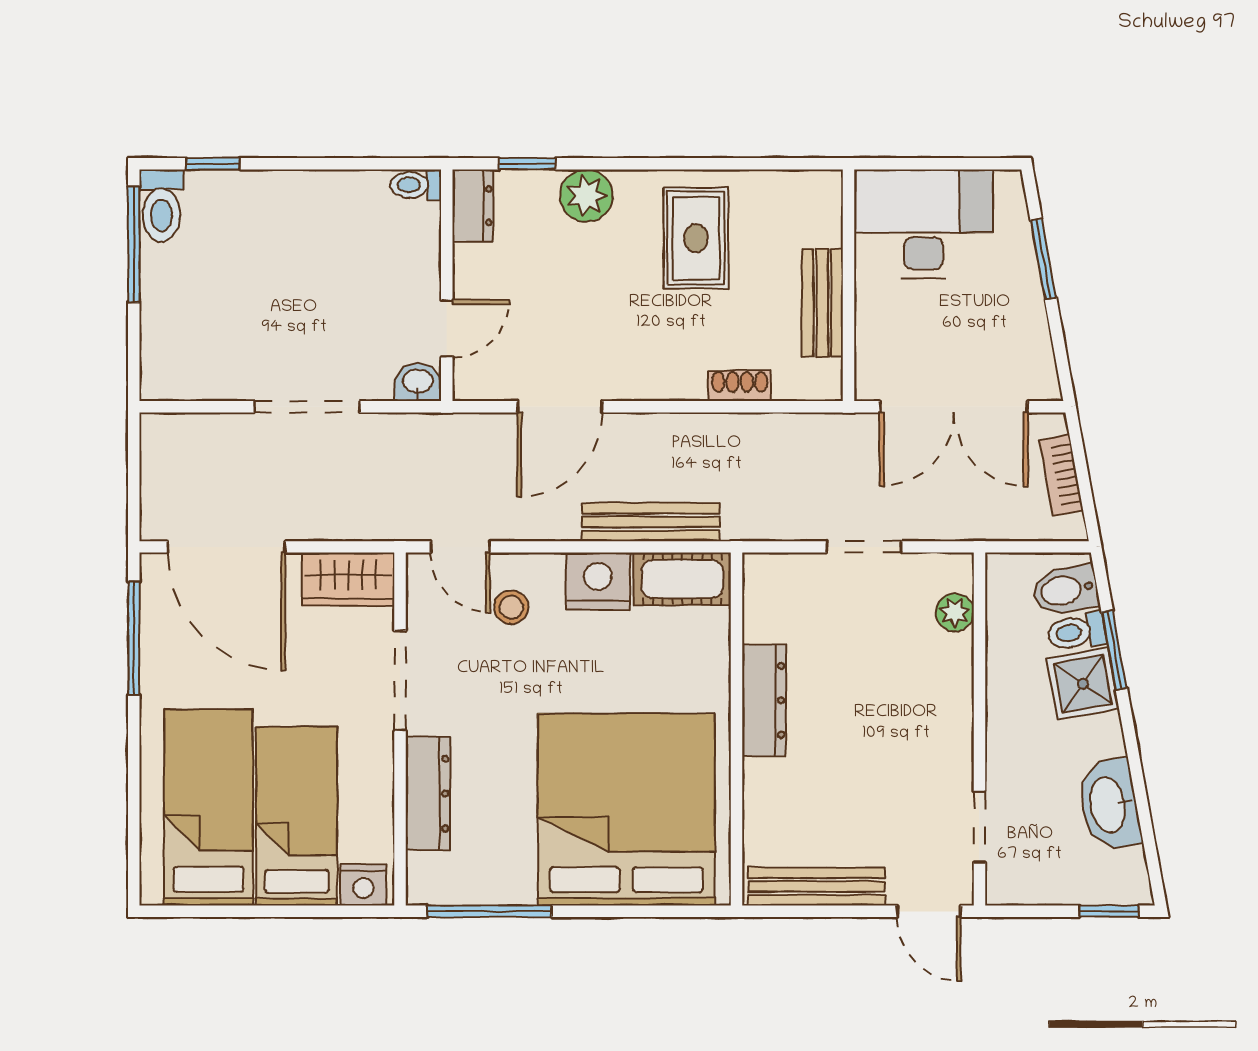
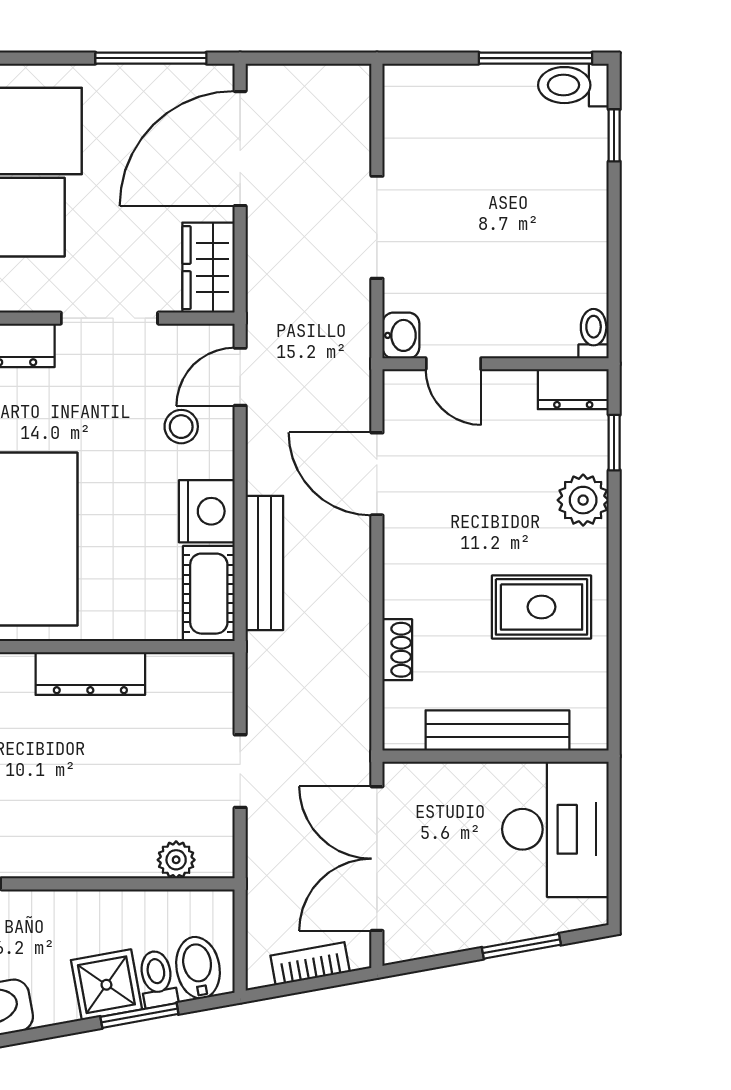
bench: (822, 303) -> (497, 730), width x1.36

